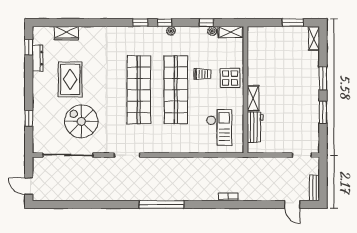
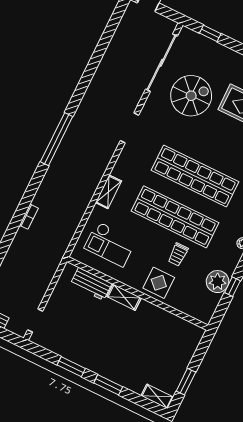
plant: (212, 31) -> (218, 282), width x1.87, depth x1.87
shelving: (231, 32) -> (108, 192), moved
window: (29, 118) -> (210, 33), moved

